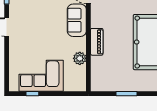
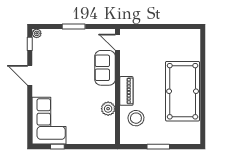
stool: (106, 67) -> (136, 118), added
corner sofa: (41, 76) -> (49, 121), moved, turned 90

